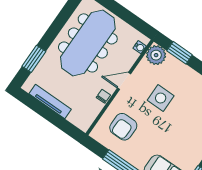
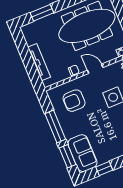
tv unit: (50, 101) -> (39, 62), moved

